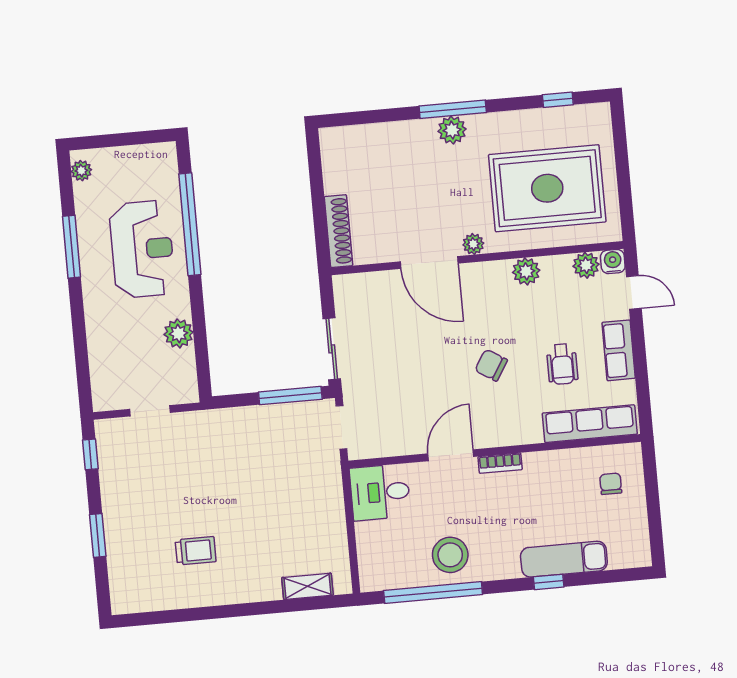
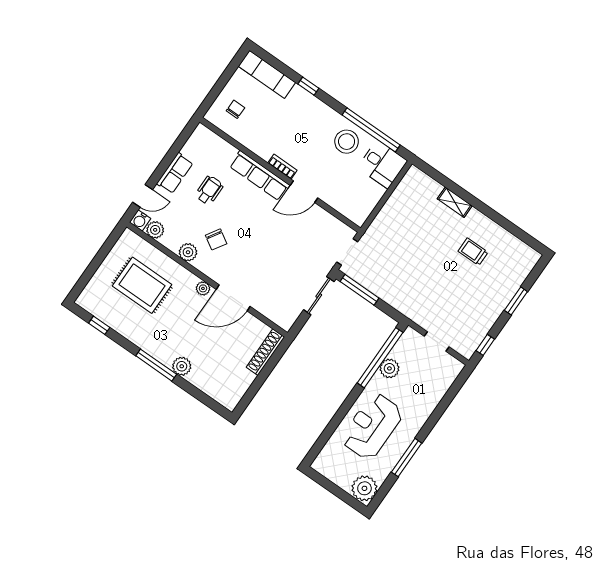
plant: (452, 130) -> (182, 366), moved
plant: (81, 171) -> (364, 488), width x1.88, depth x1.88
rug: (547, 188) -> (142, 285), width x0.73, depth x0.69
window: (190, 224) -> (380, 358), moved
door: (429, 263) -> (233, 298), swing flipped
door: (634, 292) -> (143, 196), swing flipped
chair: (491, 365) -> (216, 239), moved
row of seats: (590, 424) -> (260, 176), moved
chair: (611, 484) -> (235, 109), turned 180
desk: (380, 492) -> (382, 164), moved
exam couch: (564, 559) -> (267, 74), moved
shelving: (307, 586) -> (455, 202), moved

